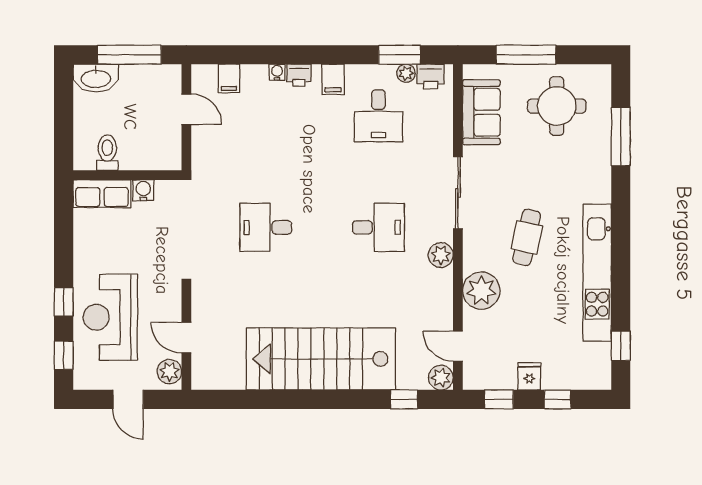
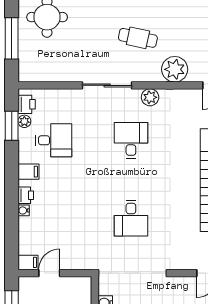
filing cabinet: (229, 78) -> (28, 262), moved
sofa: (481, 112) -> (51, 69), removed

